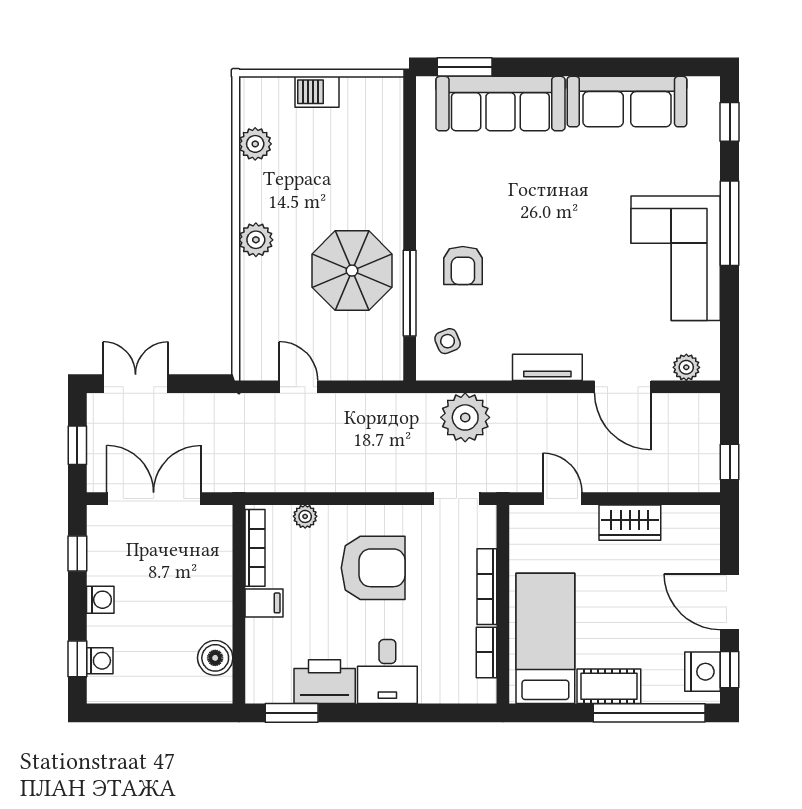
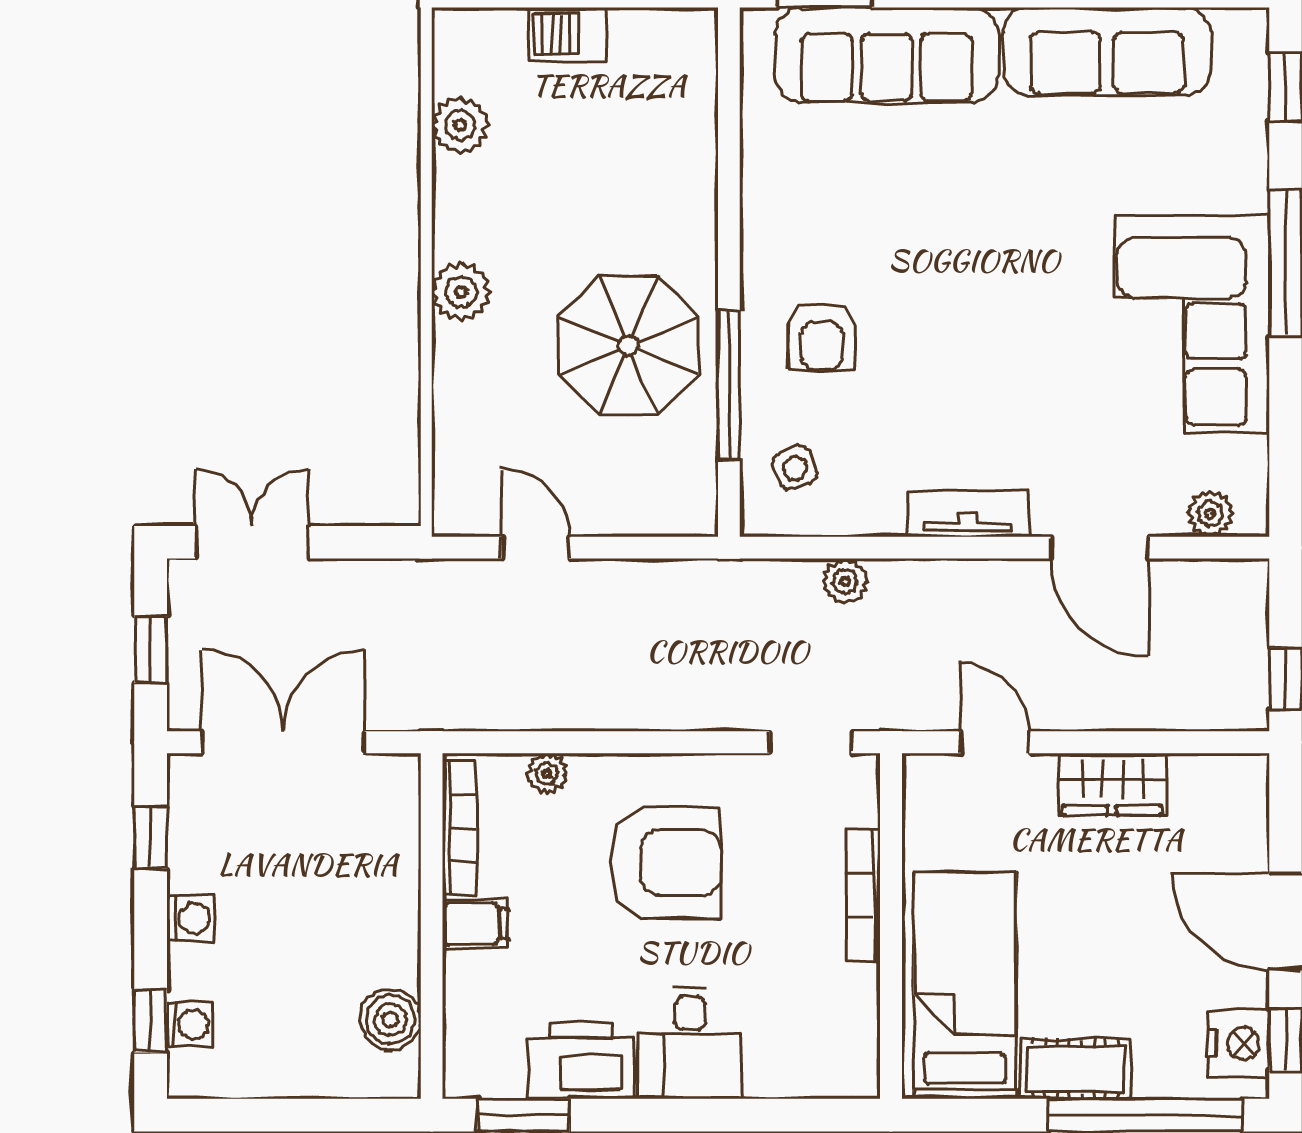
plant: (465, 417) -> (845, 581), width x0.53, depth x0.53
bookcase: (486, 652) -> (862, 1010), removed

